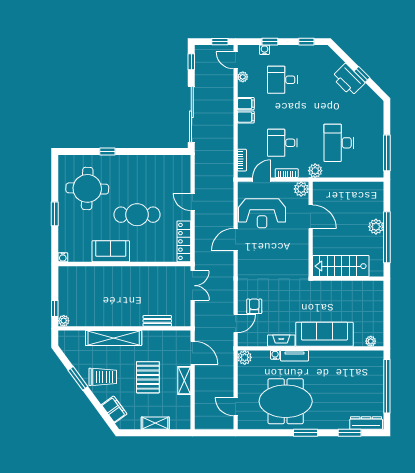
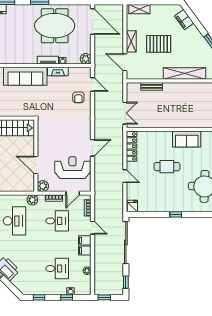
door: (236, 60) -> (92, 228), moved
window: (107, 151) -> (176, 214), moved
fridge: (183, 163) -> (132, 206), added
cafe table: (137, 215) -> (167, 167), width x0.73, depth x0.74
double door: (193, 286) -> (125, 113), swing flipped
door: (236, 323) -> (92, 84), swing flipped
trolley: (103, 377) -> (193, 44), removed
pallet: (148, 377) -> (159, 44), turned 90
door: (236, 407) -> (92, 21), width x1.87
shelving: (155, 423) -> (139, 9), moved

